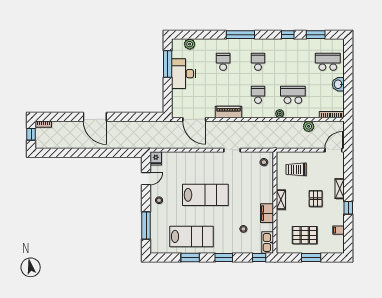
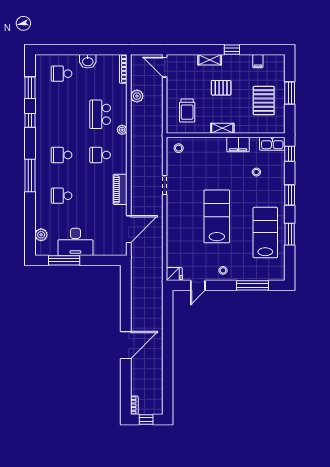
school desk: (328, 62) -> (62, 74), width x0.54
door: (146, 179) -> (198, 285), swing flipped

